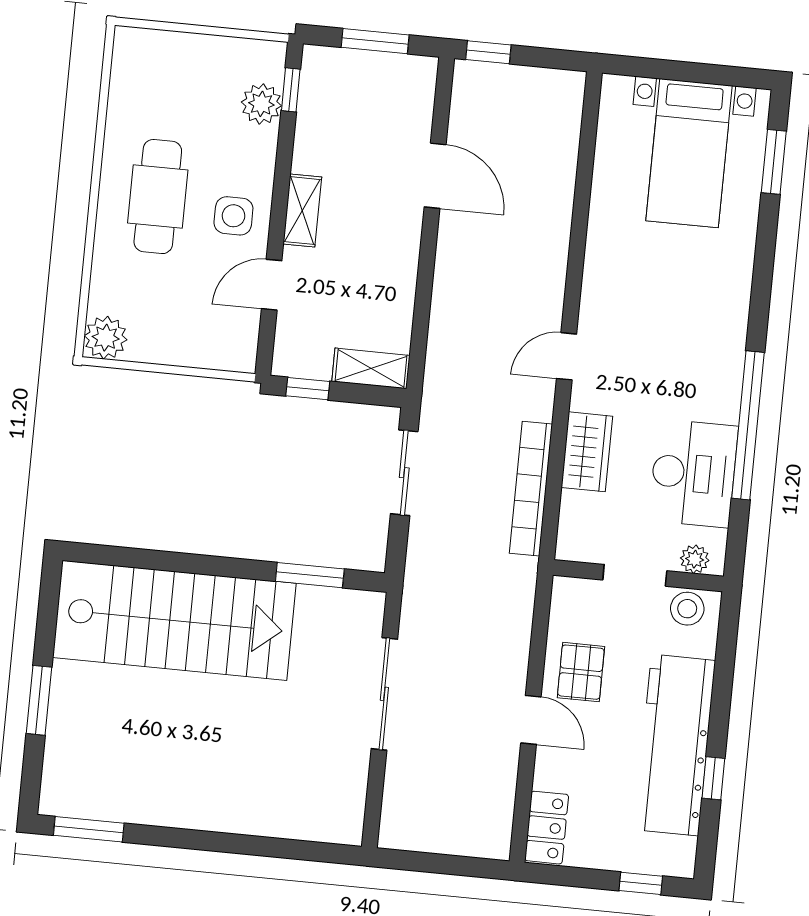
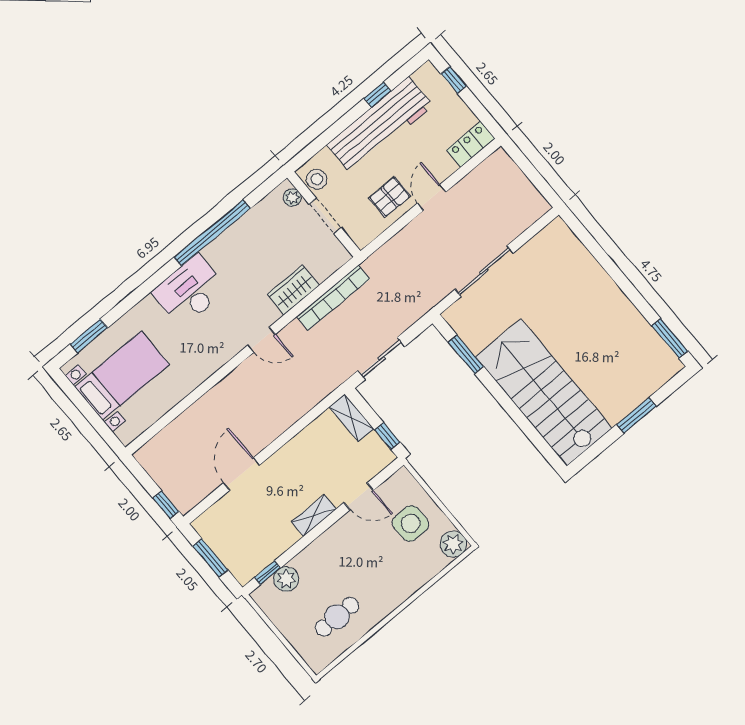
cafe table: (158, 197) -> (337, 617), moved, width x0.73, depth x0.74
side table: (233, 216) -> (411, 523), moved, width x1.37, depth x1.37
desk: (693, 473) -> (190, 291), moved

